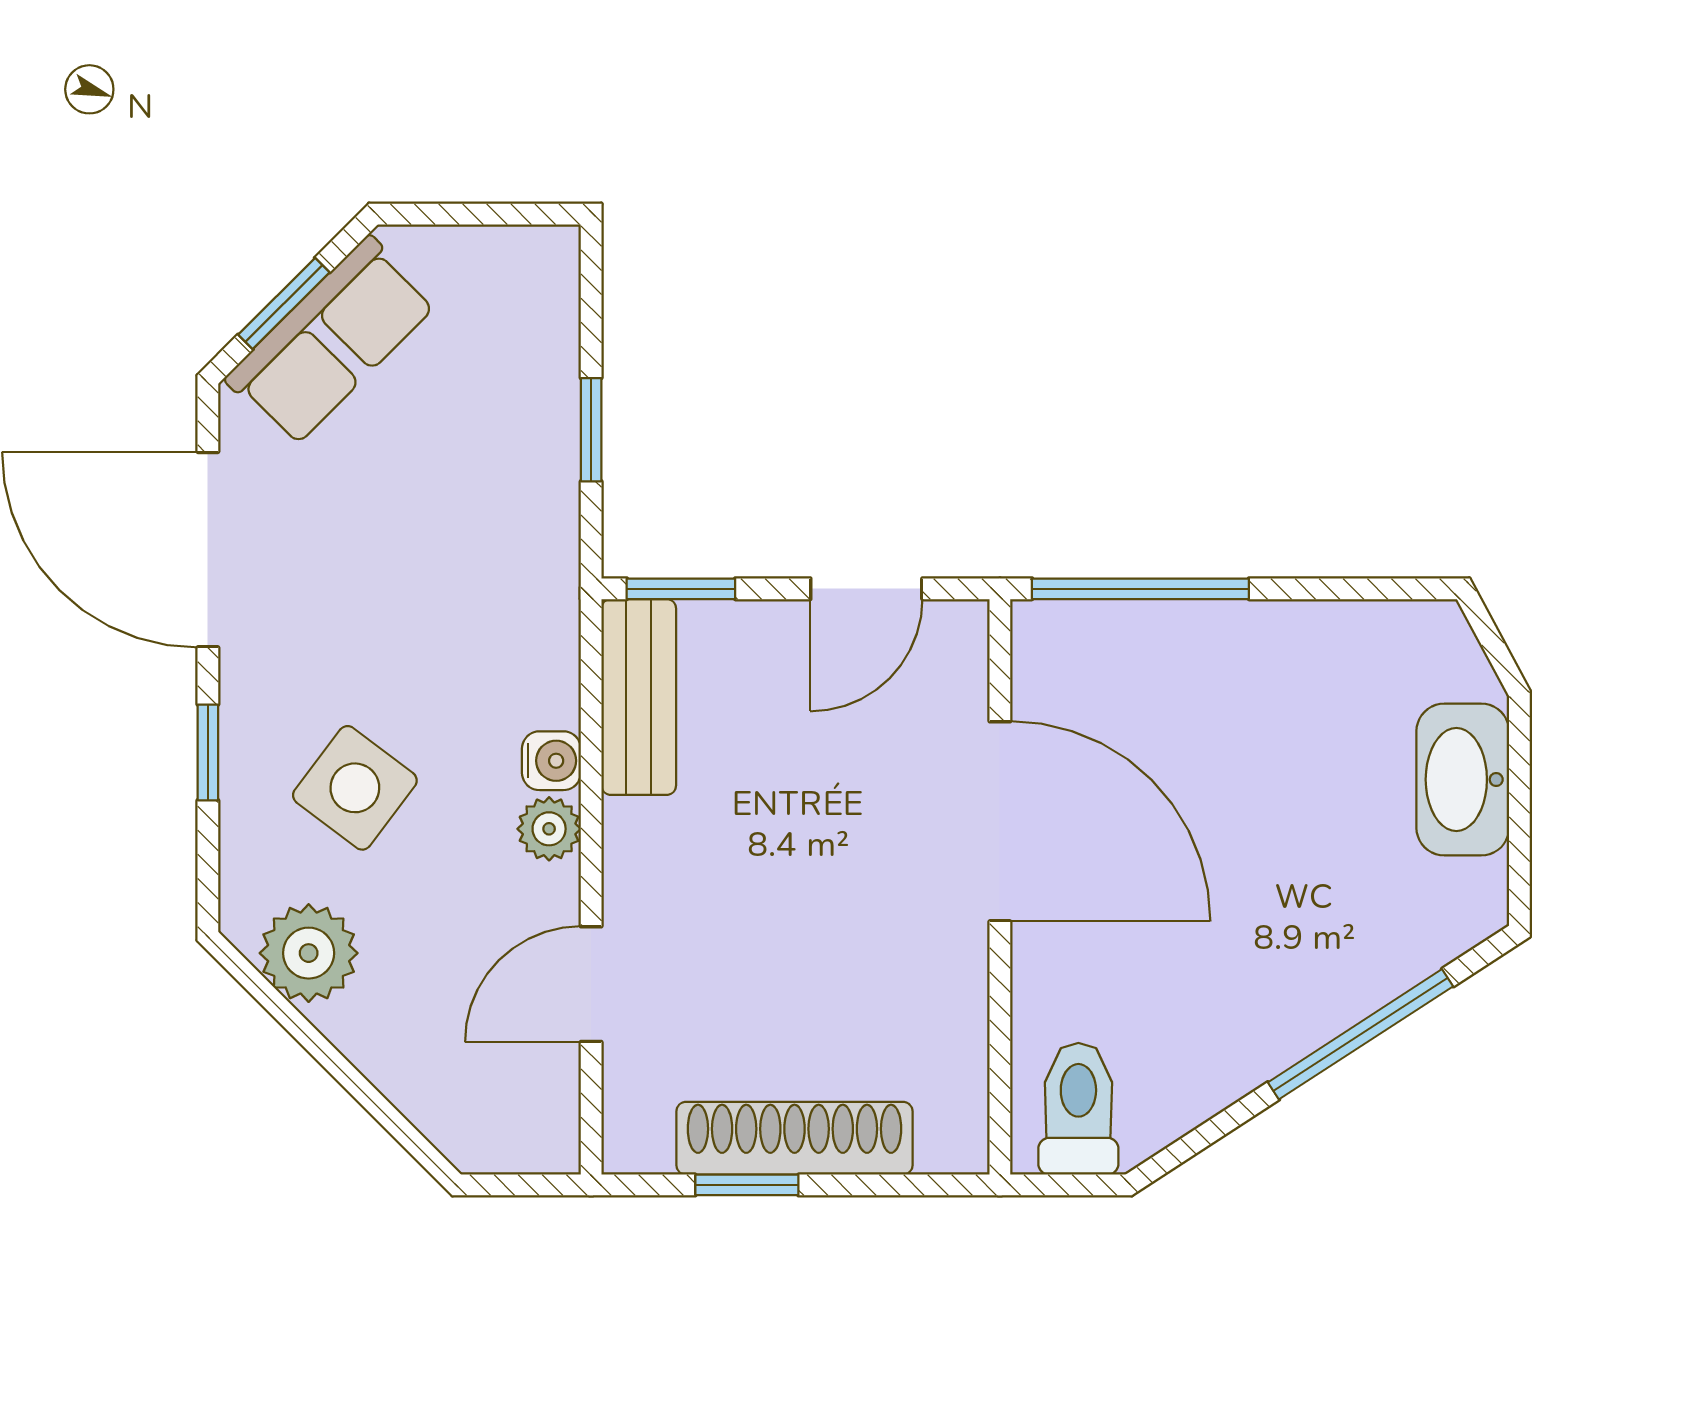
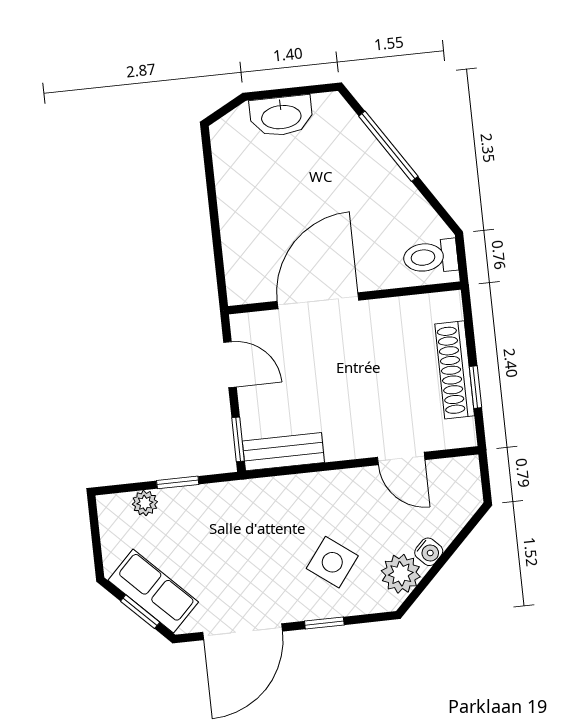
window: (1140, 589) -> (218, 254), removed
water cooler: (551, 761) -> (429, 552), moved, turned 135
plant: (549, 829) -> (145, 503), moved

